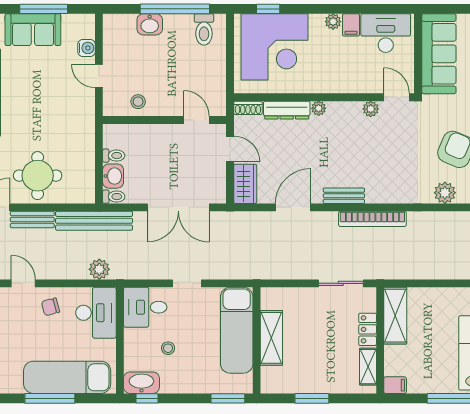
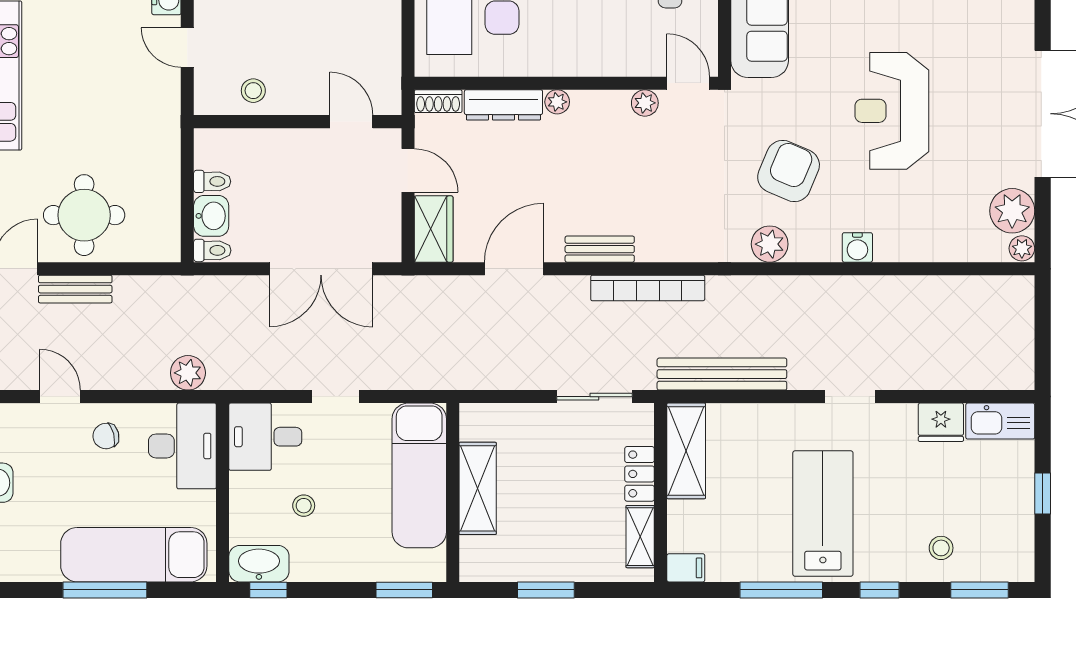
bench: (94, 221) -> (722, 374), moved

